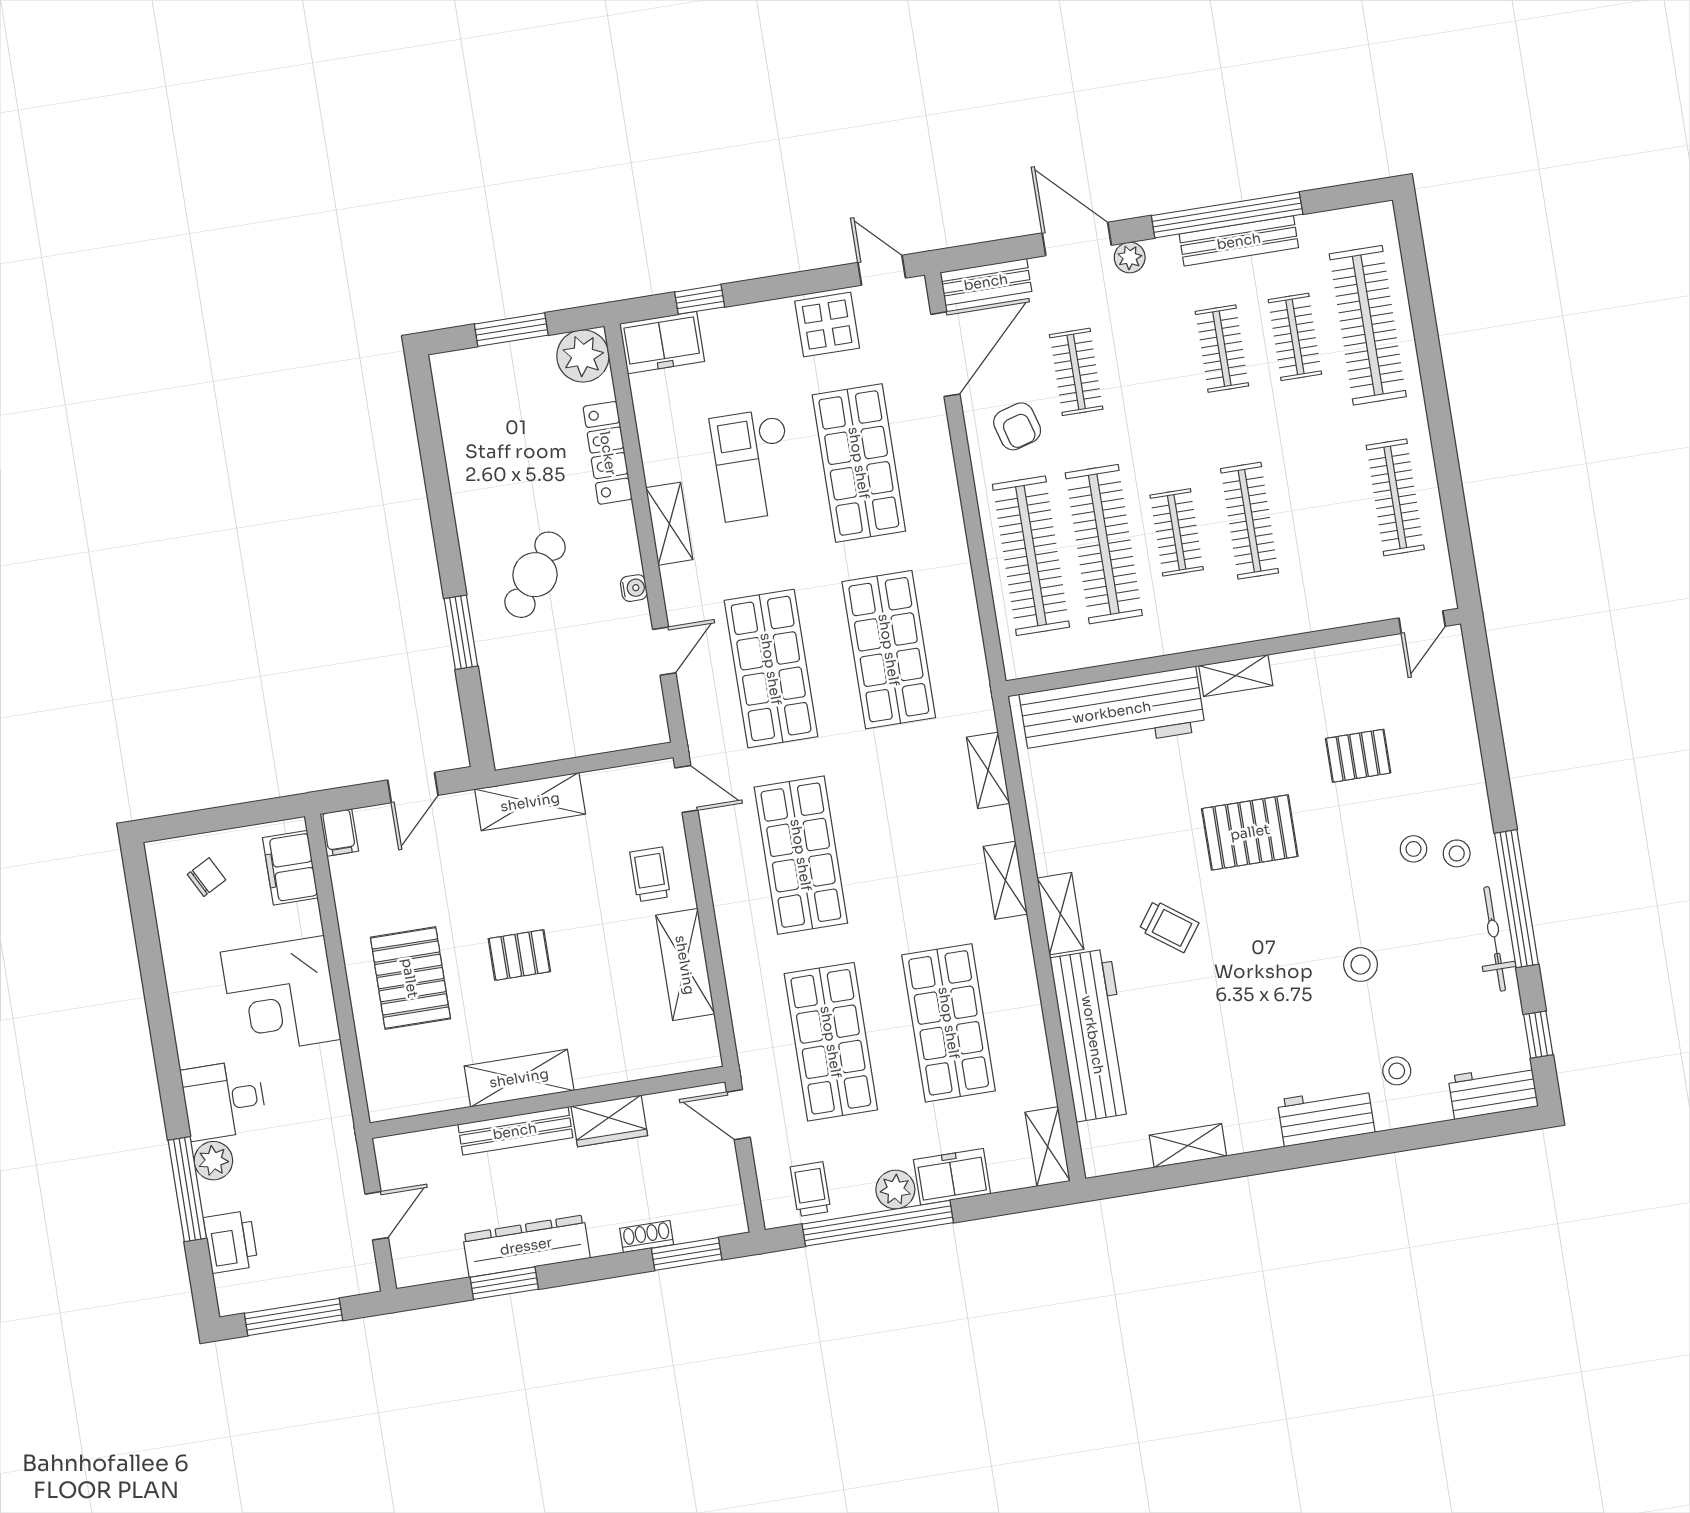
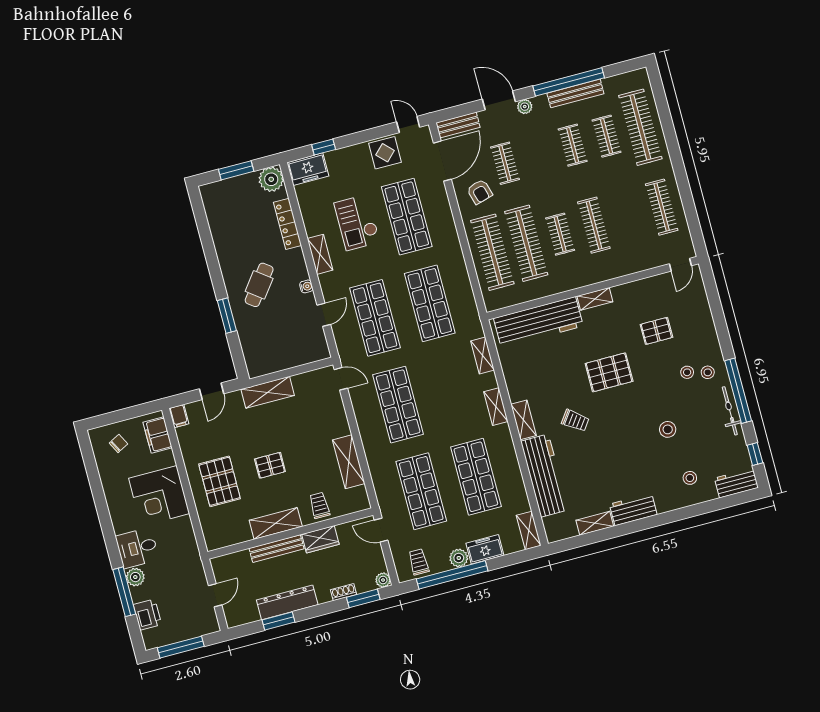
trolley: (650, 874) -> (319, 505), moved
workbench: (1326, 1116) -> (633, 509), moved
plant: (732, 1220) -> (383, 580), added

